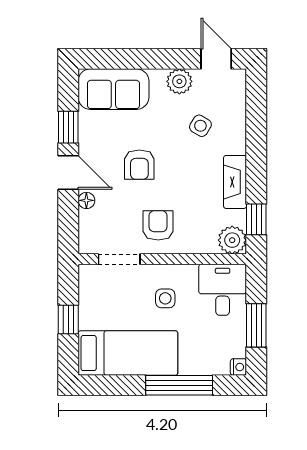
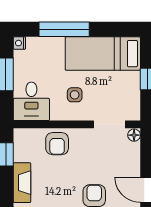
floor lamp: (86, 200) -> (134, 135), moved
armchair: (158, 225) -> (57, 144), moved
plant: (232, 240) -> (24, 139), removed

